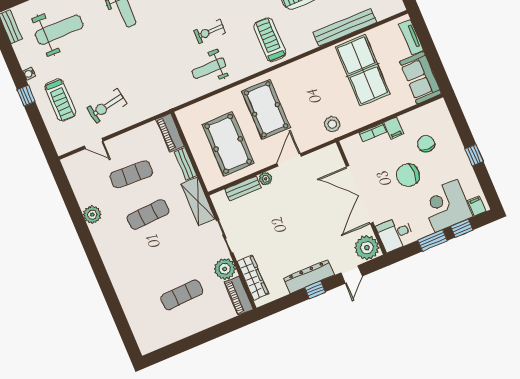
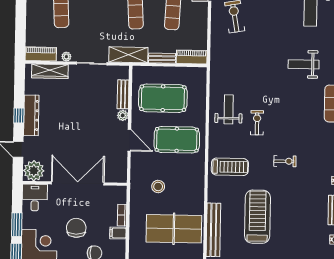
stool: (332, 124) -> (158, 186), moved
plant: (225, 269) -> (66, 57), width x0.53, depth x0.53

